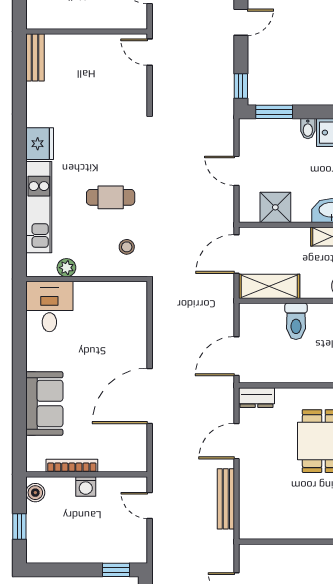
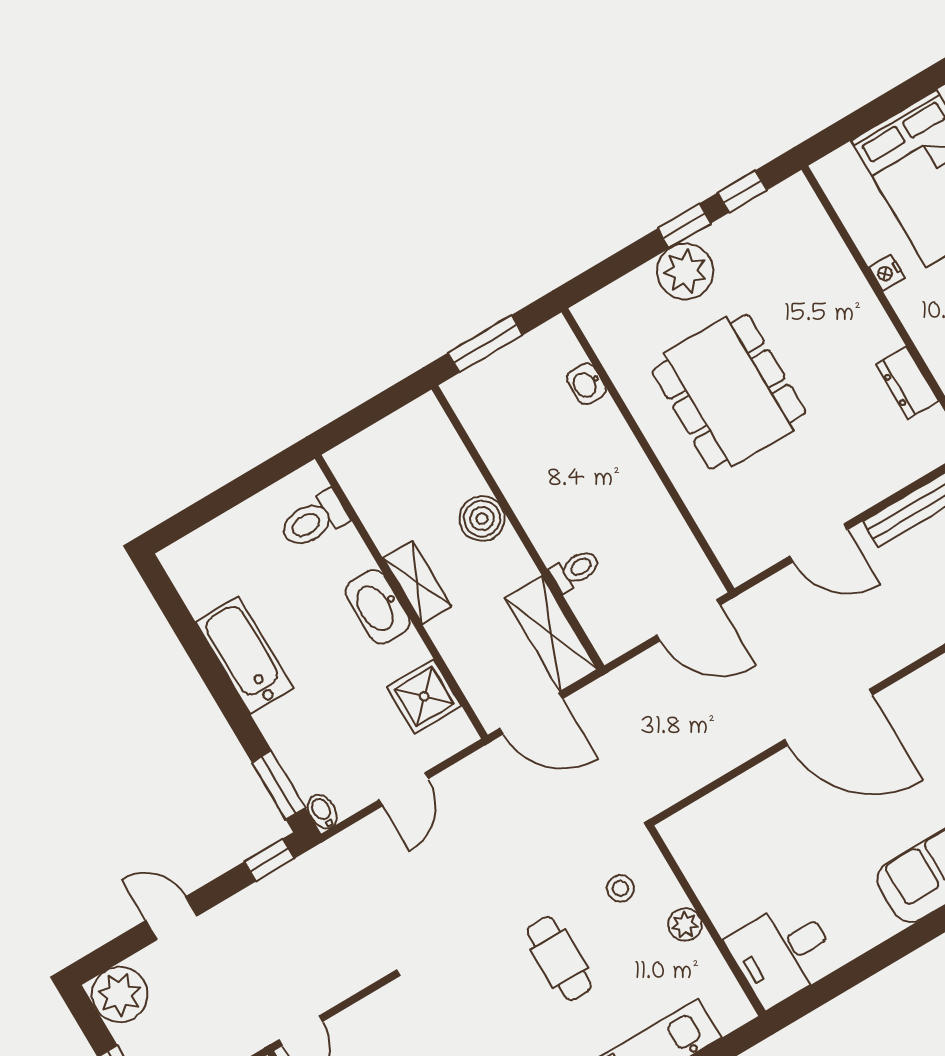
bidet: (308, 129) -> (322, 812), moved, turned -90
plant: (66, 268) -> (685, 924), moved
toilet: (296, 321) -> (575, 570), width x0.73, depth x0.72
dresser: (257, 398) -> (907, 383), moved, turned 180

